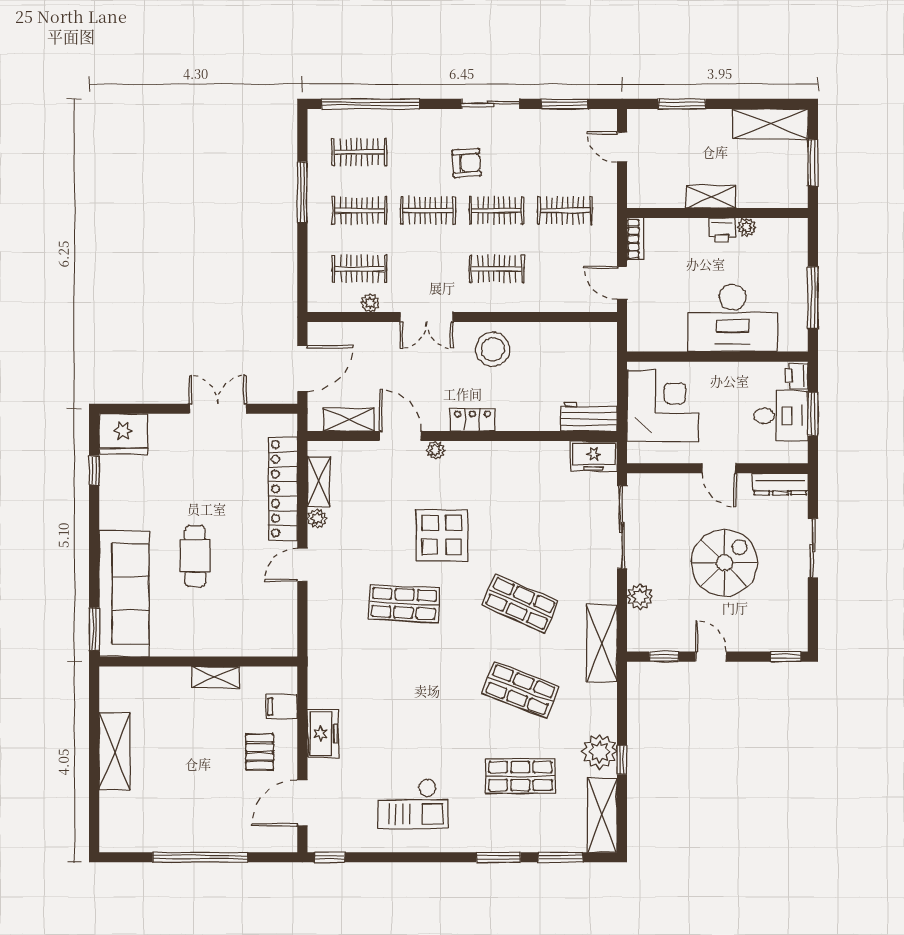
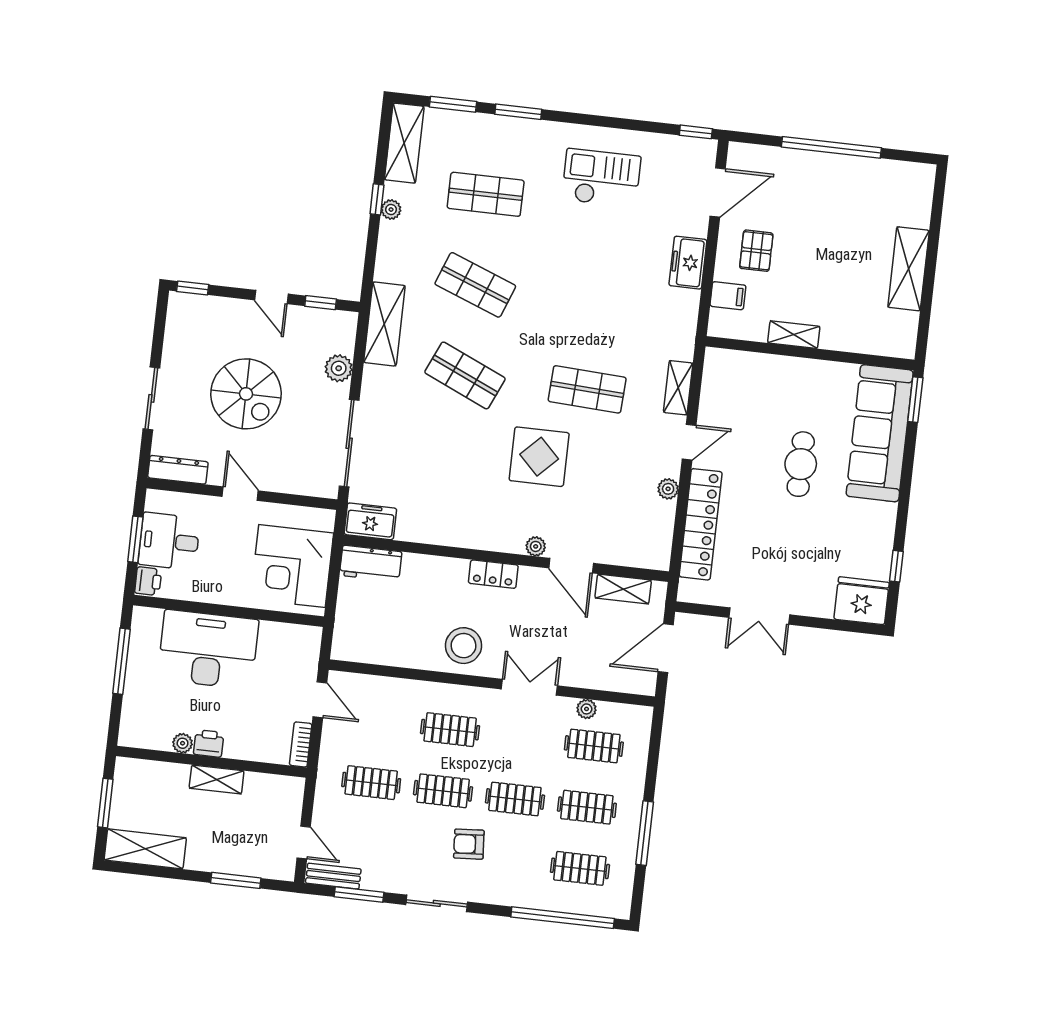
bench: (591, 119) -> (333, 876), added
shelving: (319, 482) -> (678, 388), moved
spiral stairs: (724, 563) -> (246, 394), turned -90
plant: (600, 752) -> (391, 210), width x0.53, depth x0.53

